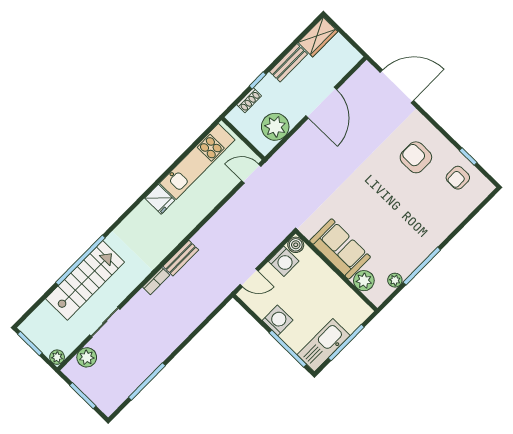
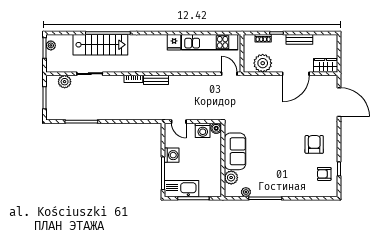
wardrobe: (318, 37) -> (326, 65), moved, turned 180
plant: (57, 357) -> (51, 45), moved

